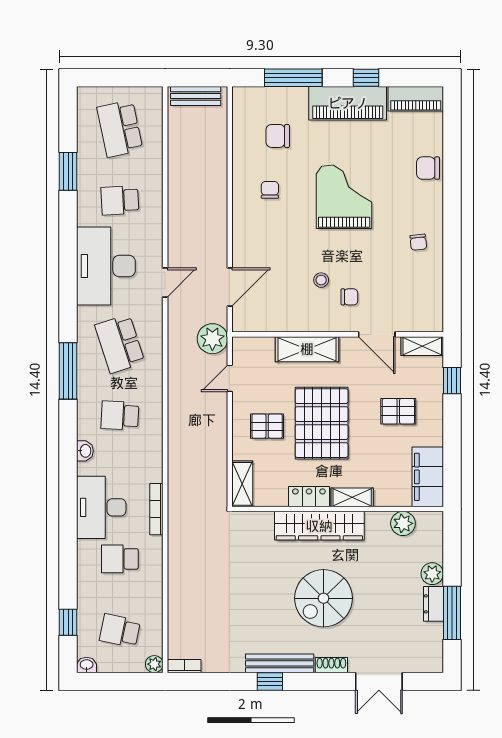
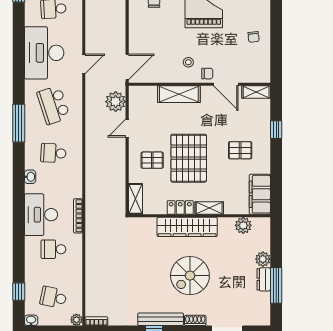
wall: (338, 334) -> (199, 84), moved
door: (377, 334) -> (226, 84), moved
shelving: (422, 346) -> (256, 92), moved
shelving: (307, 349) -> (179, 94), moved

